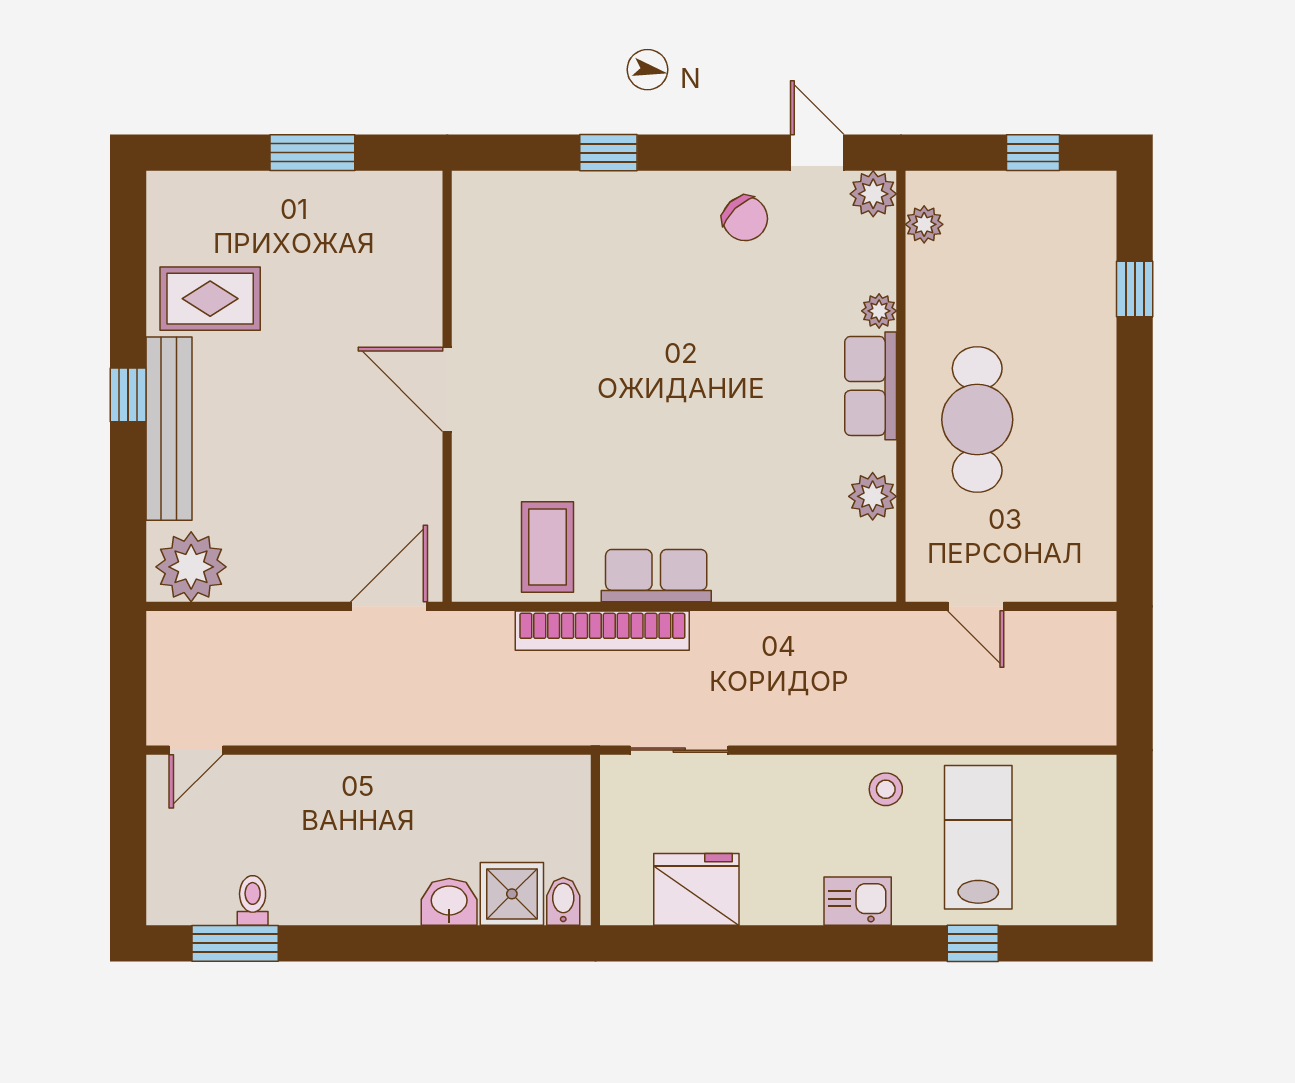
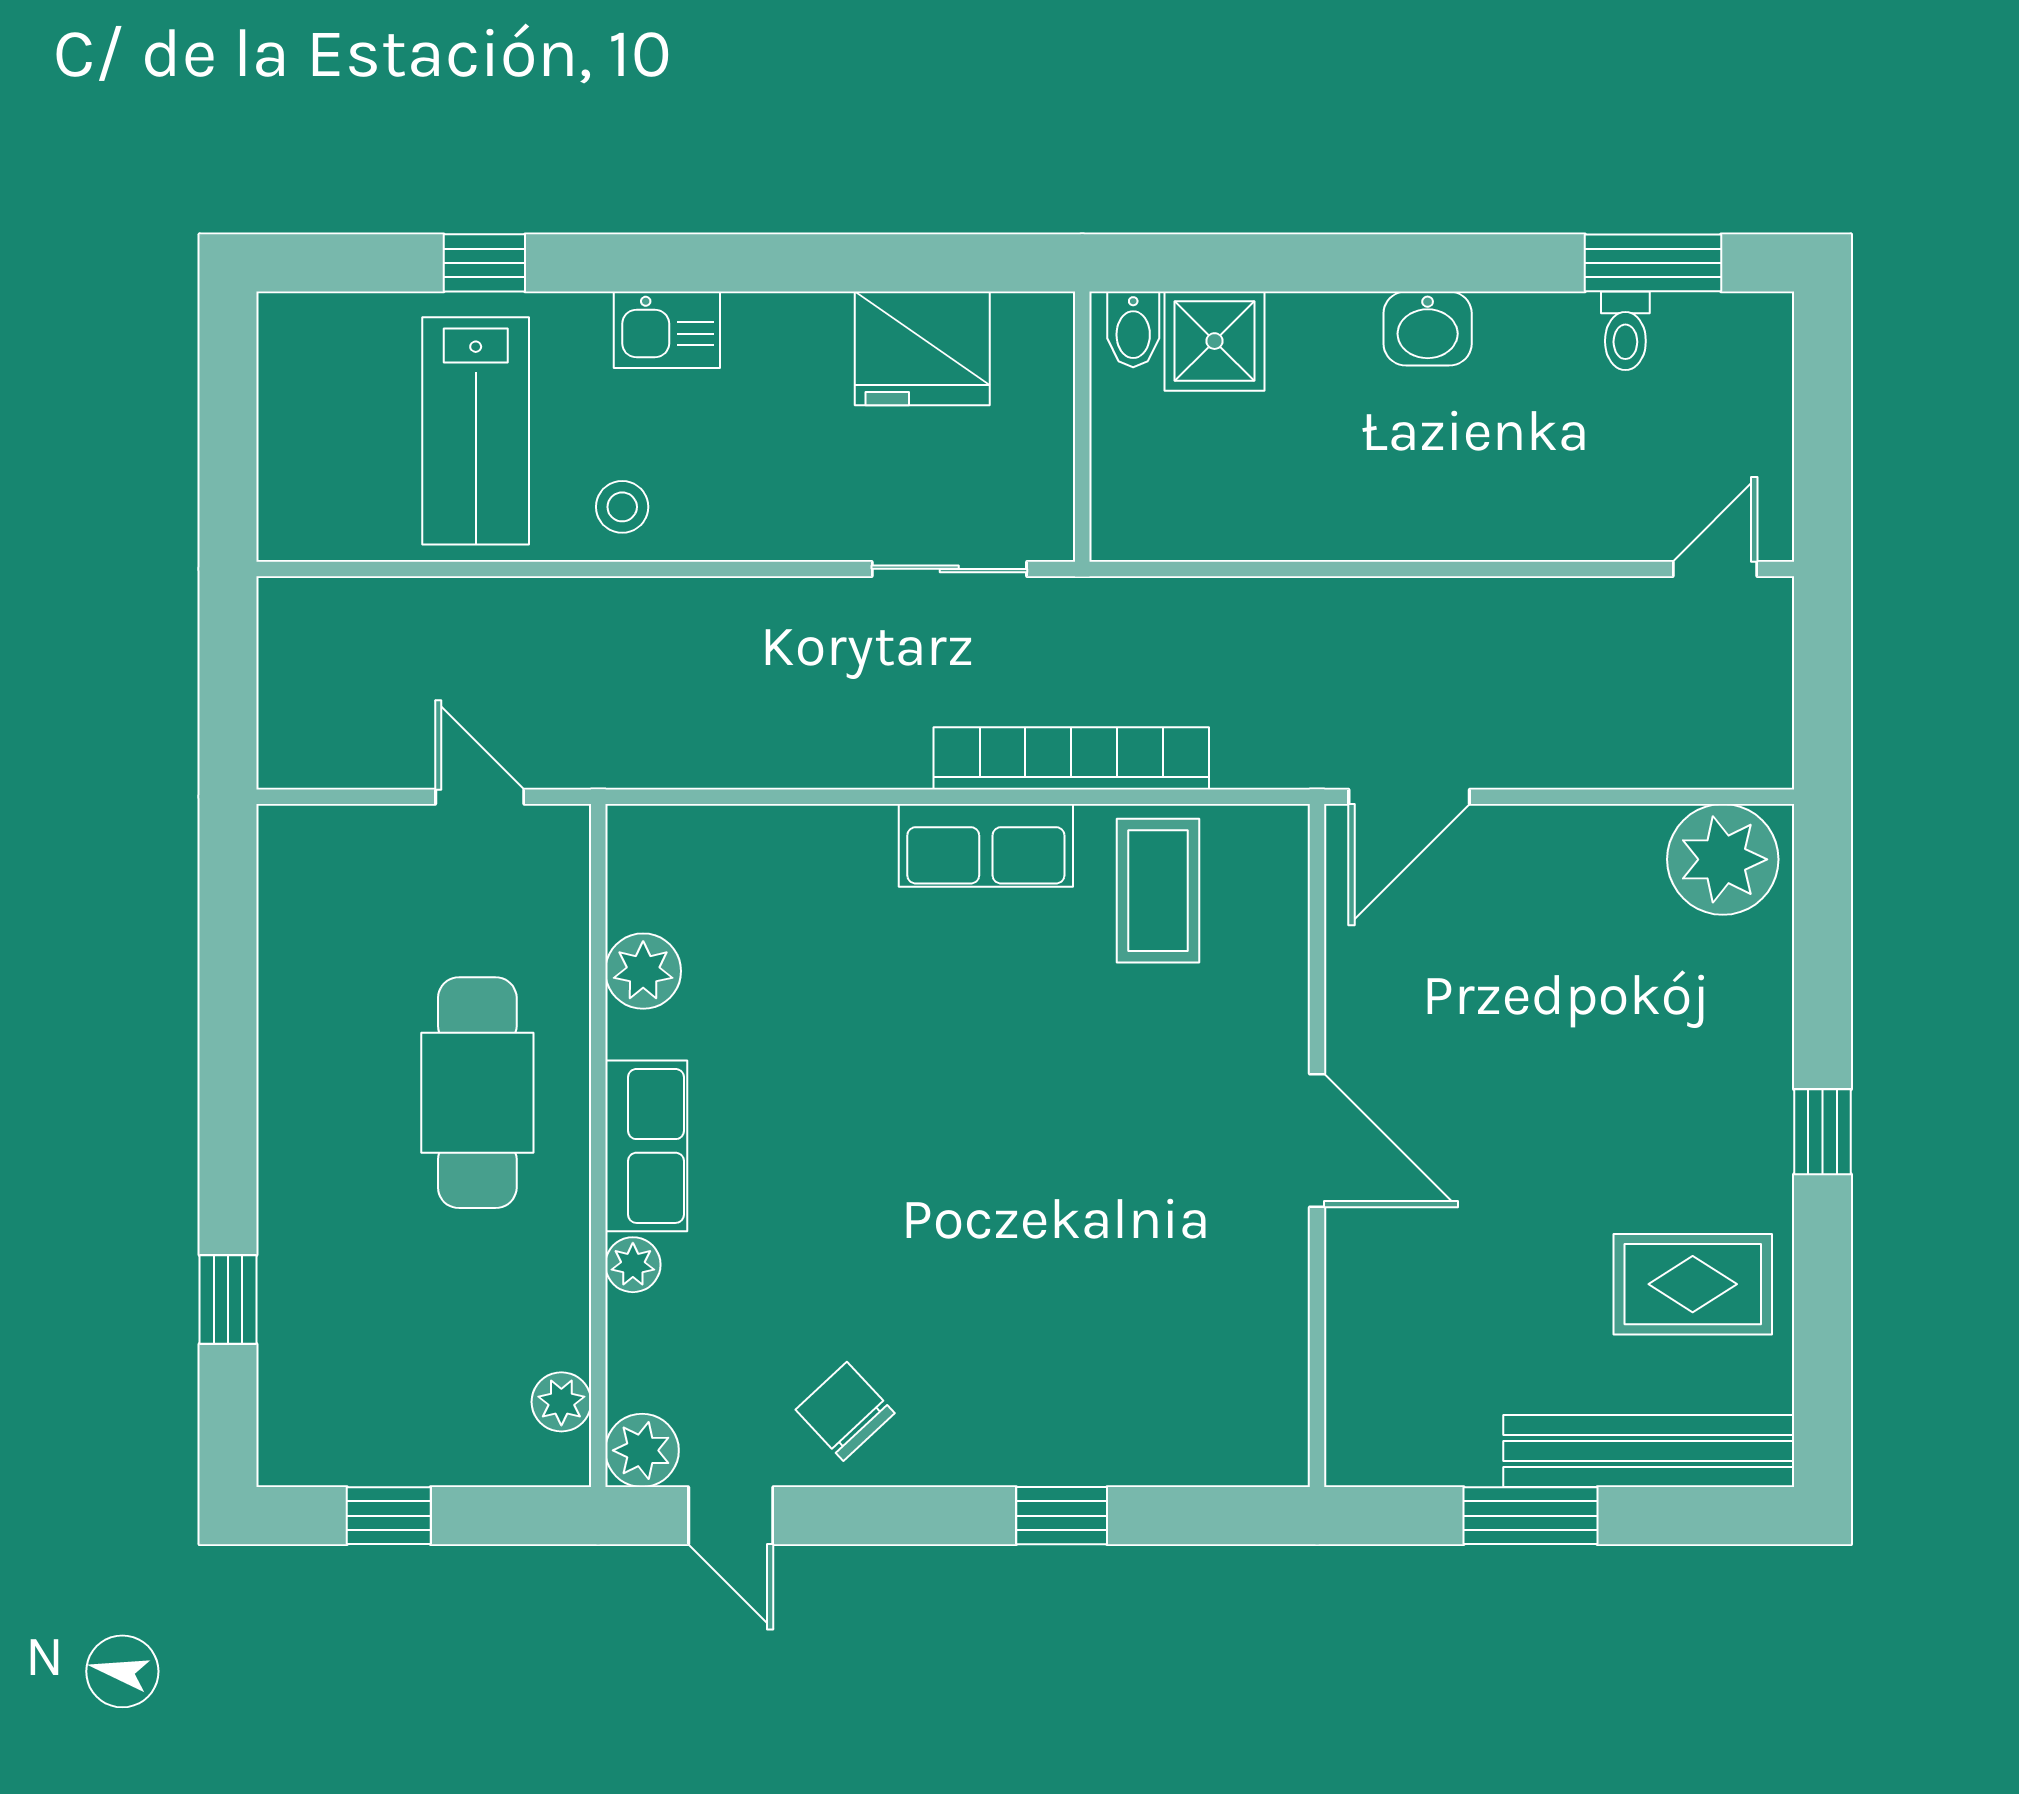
bench: (169, 429) -> (1649, 1451), moved, turned 90
washbasin: (449, 902) -> (1428, 329), moved

